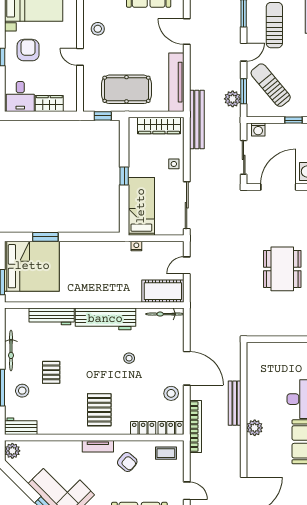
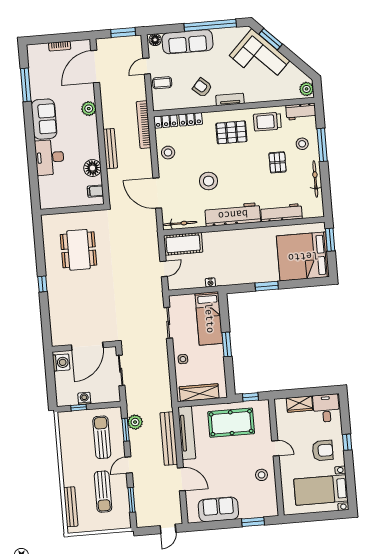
armchair: (28, 50) -> (323, 450), turned -90
sun lounger: (271, 85) -> (102, 437), turned -140
bench: (197, 119) -> (169, 439), moved
washing machine: (258, 130) -> (84, 399), moved
window: (124, 176) -> (227, 344), width x1.50
sliding door: (187, 205) -> (168, 323), width x0.73
window: (45, 237) -> (267, 286), moved
dining table: (282, 269) -> (78, 250), moved
filing cabinet: (255, 357) -> (95, 191), added
stool: (129, 358) -> (209, 181), width x1.89, depth x1.89
door: (187, 368) -> (157, 193), moved
floor lamp: (256, 383) -> (92, 168), added
pallet: (99, 410) -> (231, 132), turned 90
trolley: (59, 418) -> (267, 122), added
plant: (255, 428) -> (89, 109), moved
coffee table: (166, 453) -> (162, 83), moved
door: (187, 491) -> (147, 66), hinge flipped

